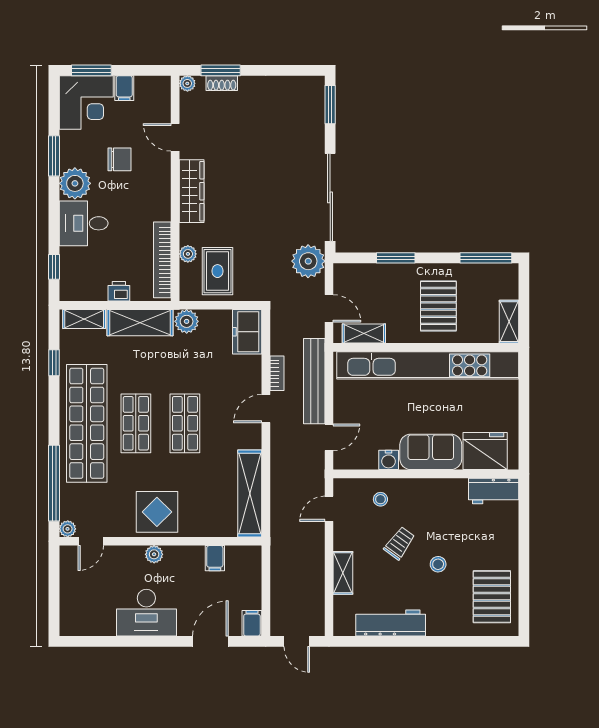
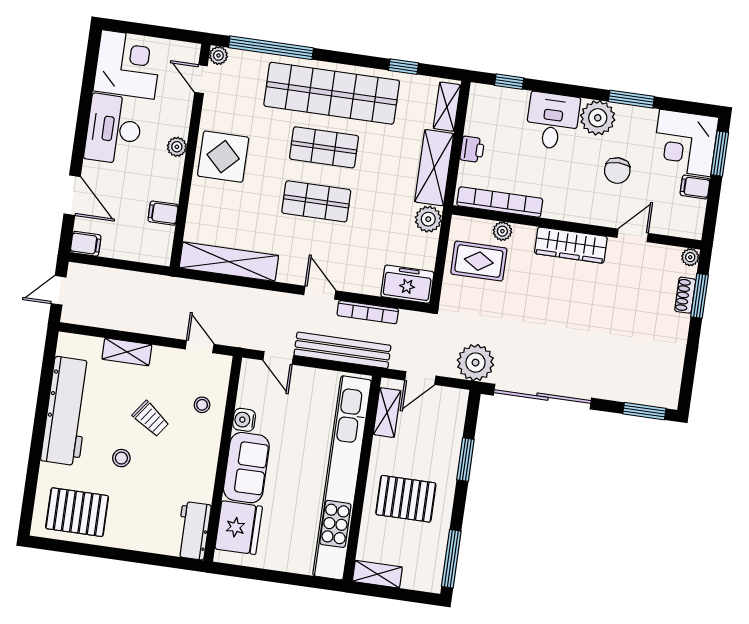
bookcase: (277, 373) -> (368, 312), width x1.56
corner desk: (87, 608) -> (128, 65), added
workbench: (391, 623) -> (67, 411), width x1.36, depth x1.32

